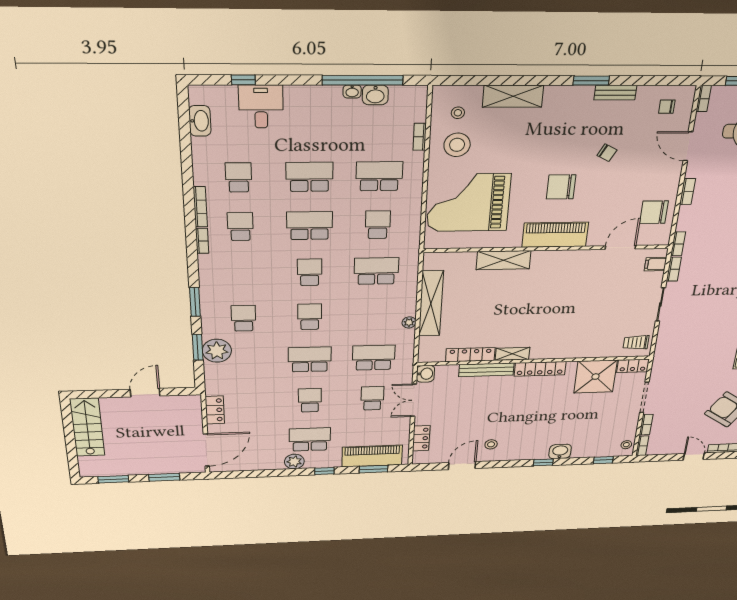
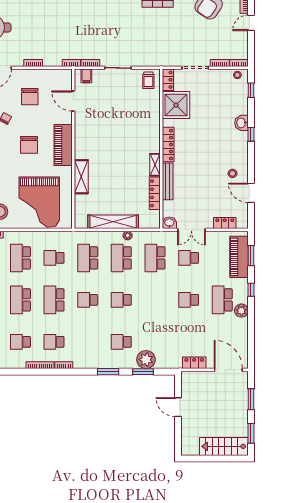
chair: (654, 212) -> (30, 97), moved
school desk: (310, 359) -> (121, 258), moved
stairs: (87, 427) -> (224, 446), moved

